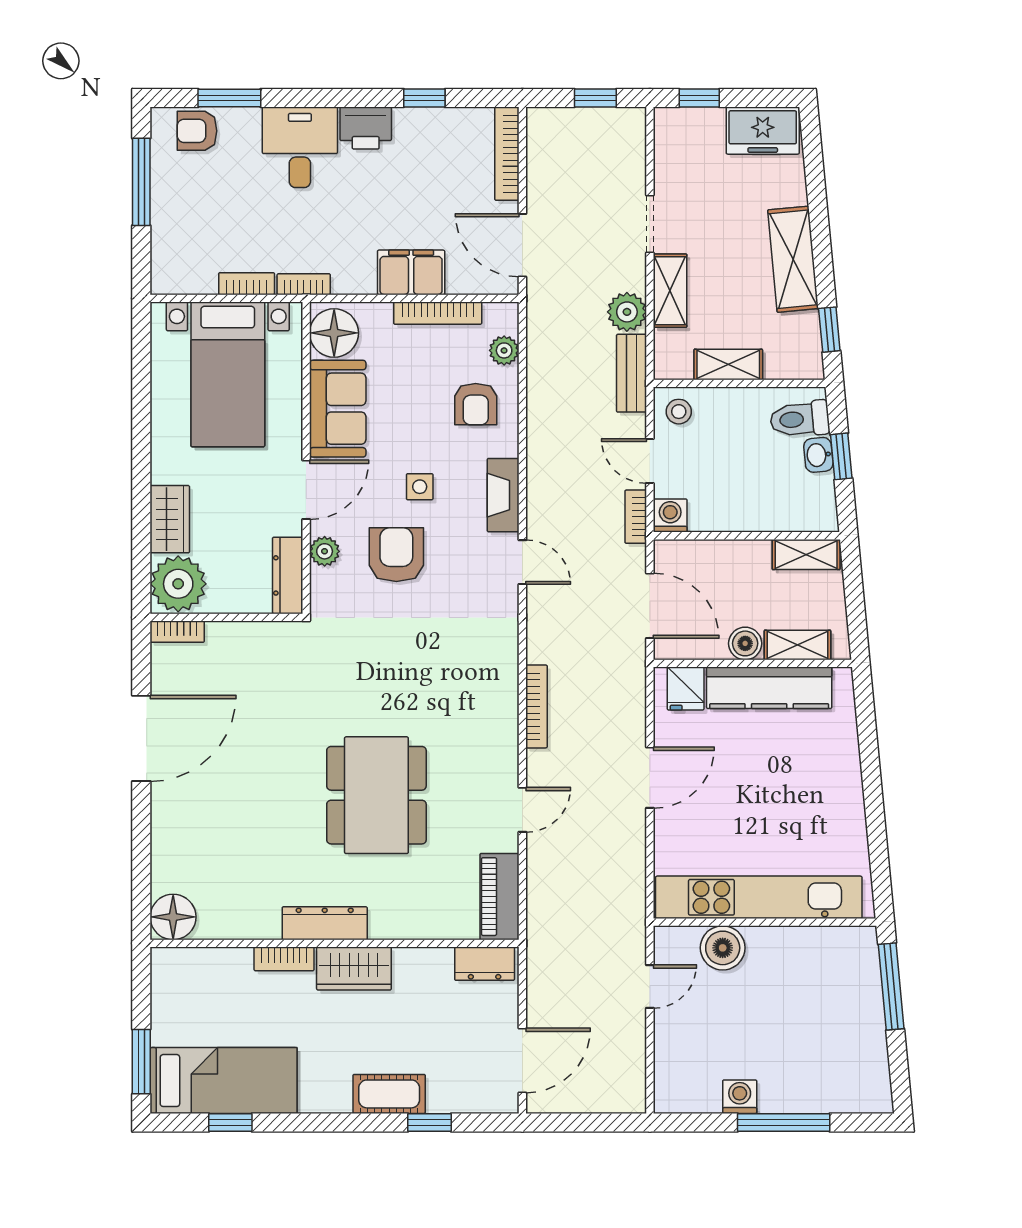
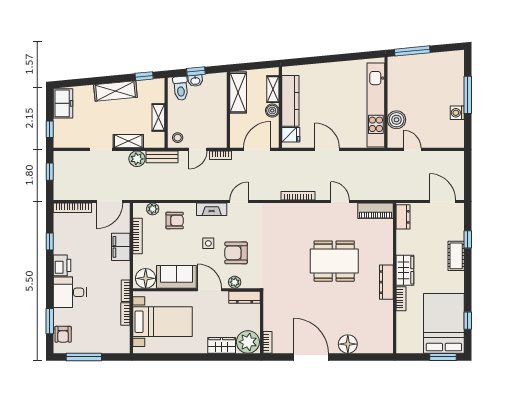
washing machine: (670, 516) -> (220, 141), removed
shelving: (806, 555) -> (238, 93), width x1.50, depth x1.33
floor lamp: (173, 917) -> (348, 344), moved
bed: (224, 1081) -> (444, 323), width x1.50

